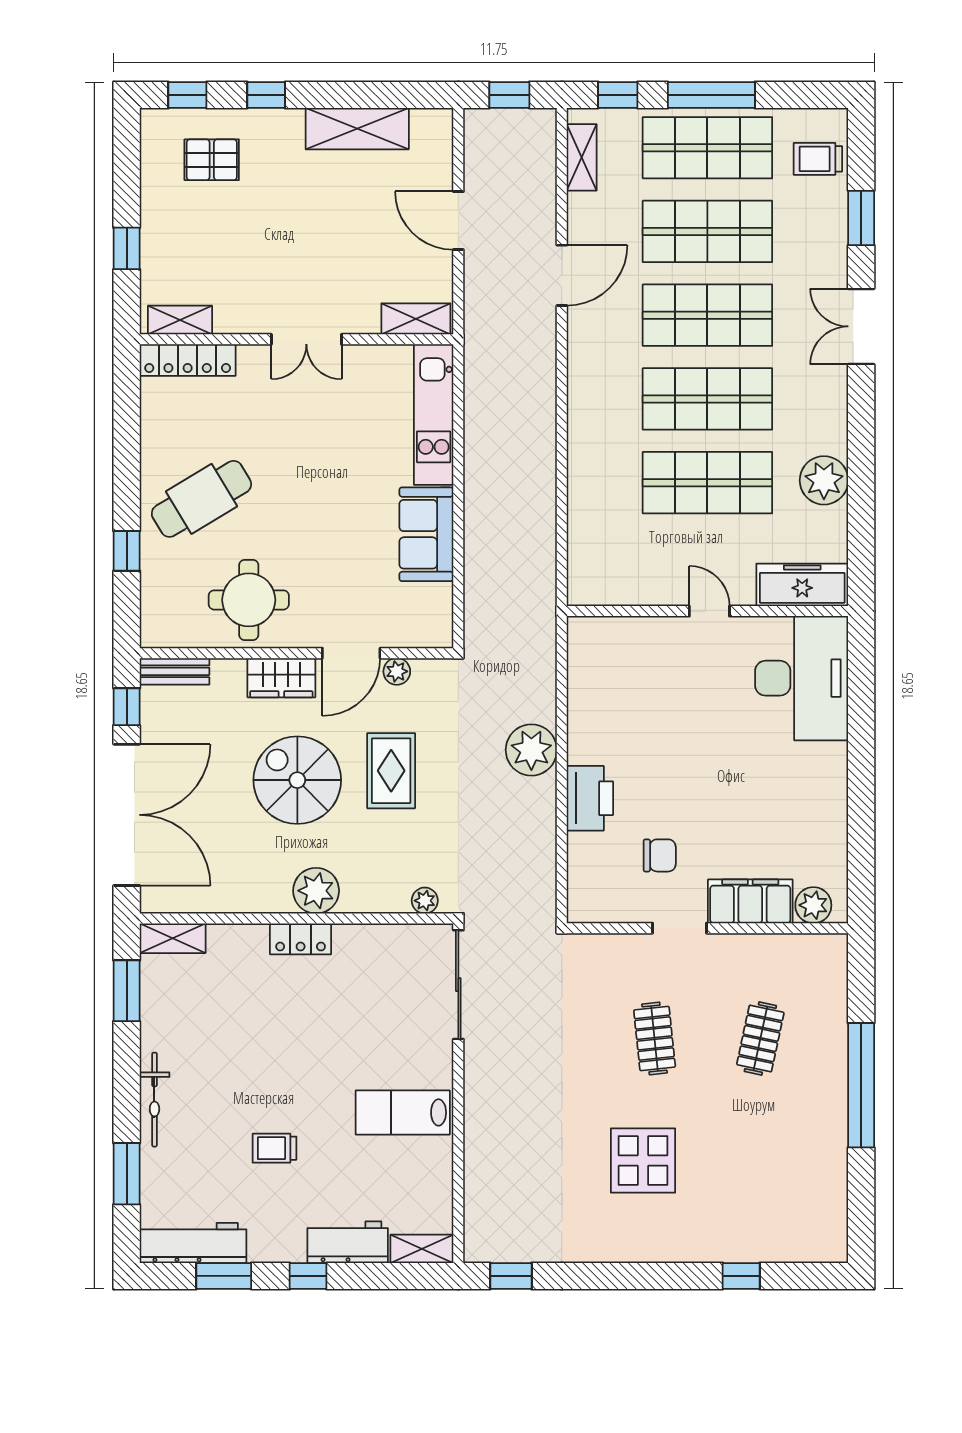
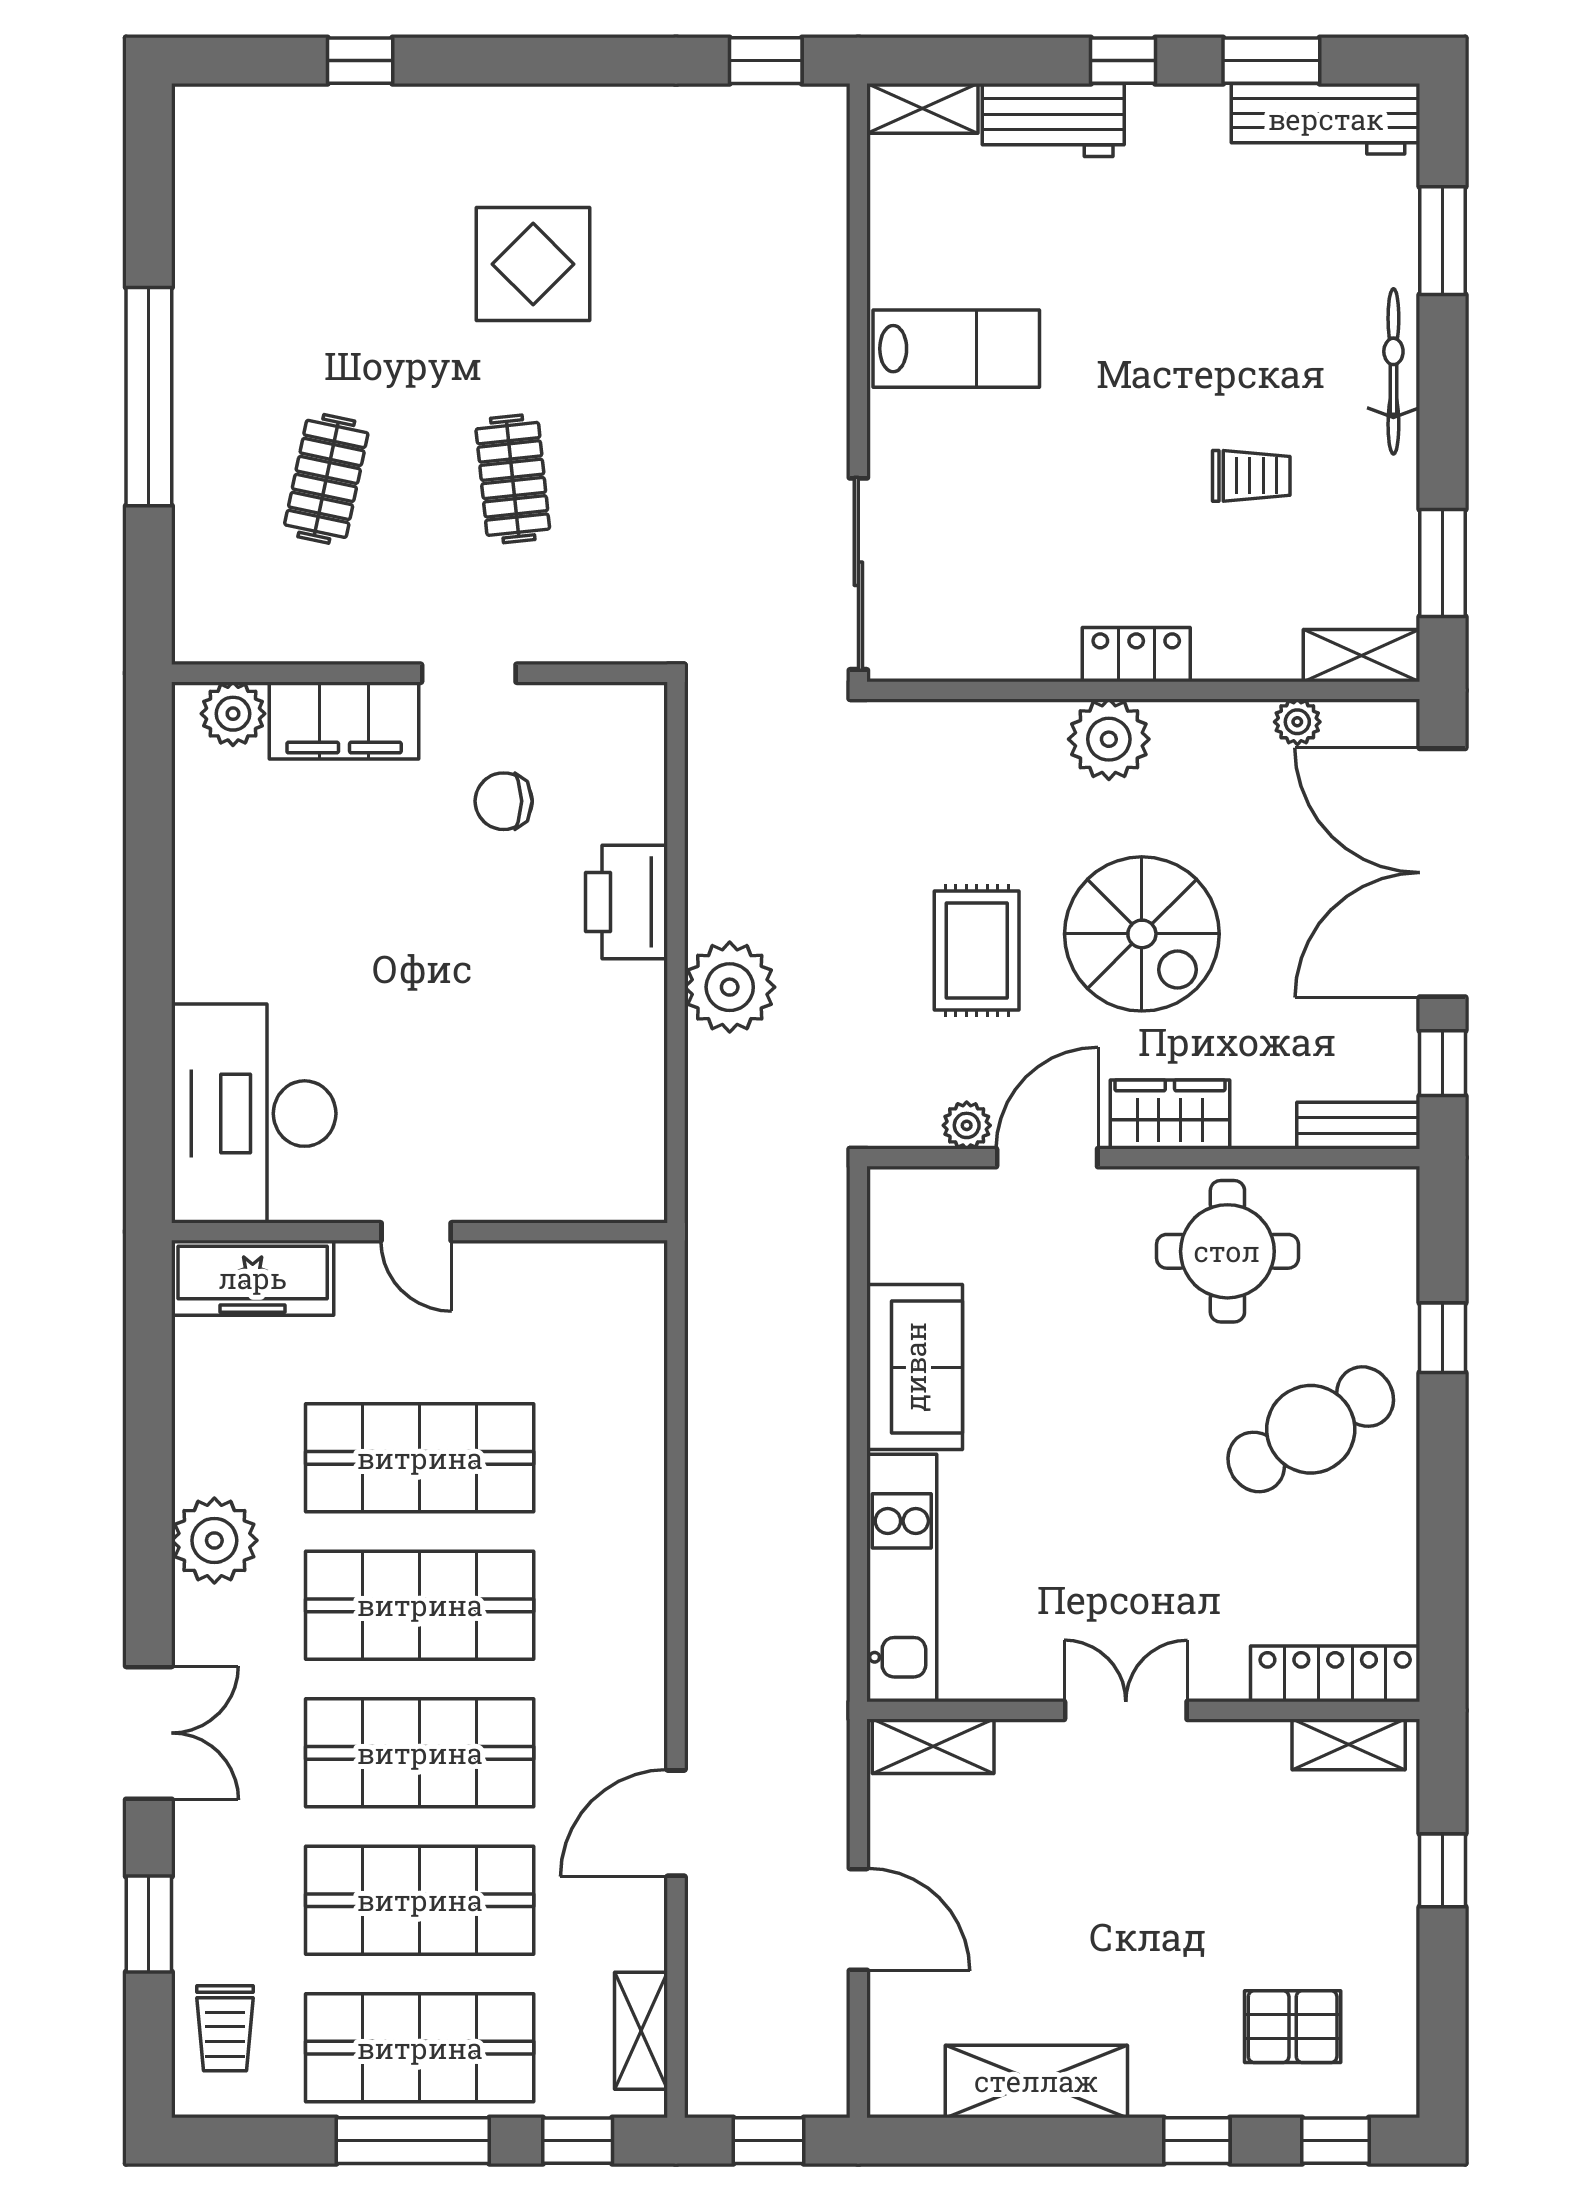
trolley: (818, 159) -> (225, 2028), turned 90
plant: (824, 480) -> (214, 1540), moved
plant: (425, 901) -> (1297, 722), moved
trolley: (275, 1148) -> (1251, 476), moved

